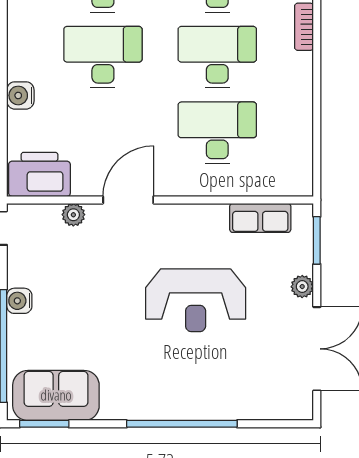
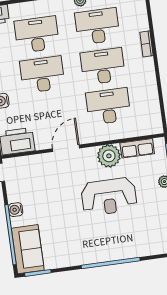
plant: (73, 215) -> (109, 156), moved, width x1.88, depth x1.88
sofa: (56, 395) -> (28, 249), moved, turned 90

